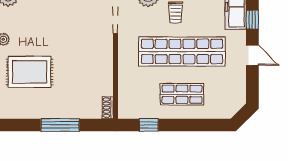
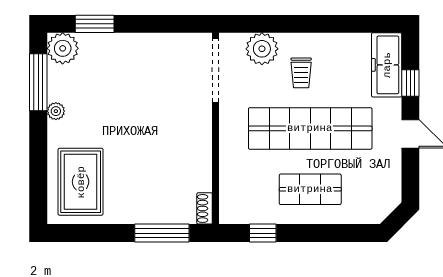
rug: (30, 72) -> (81, 182), moved, turned 90
window: (60, 125) -> (162, 233), moved

